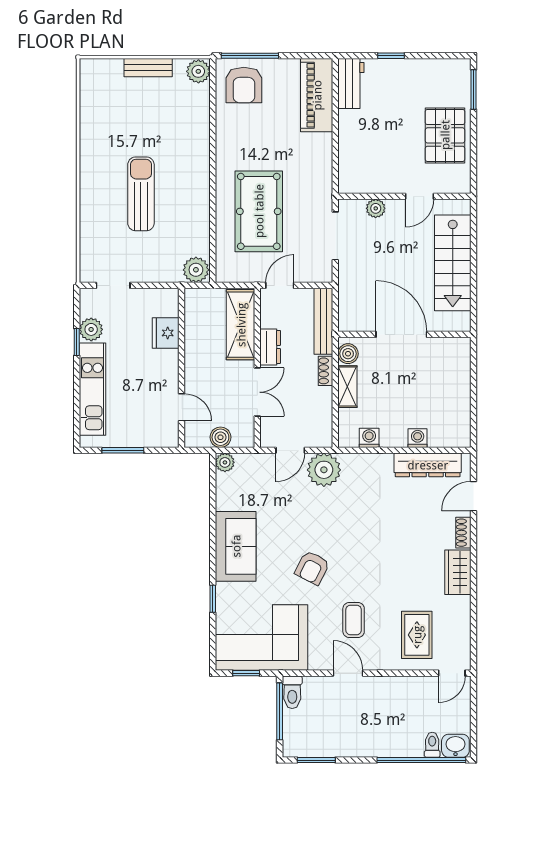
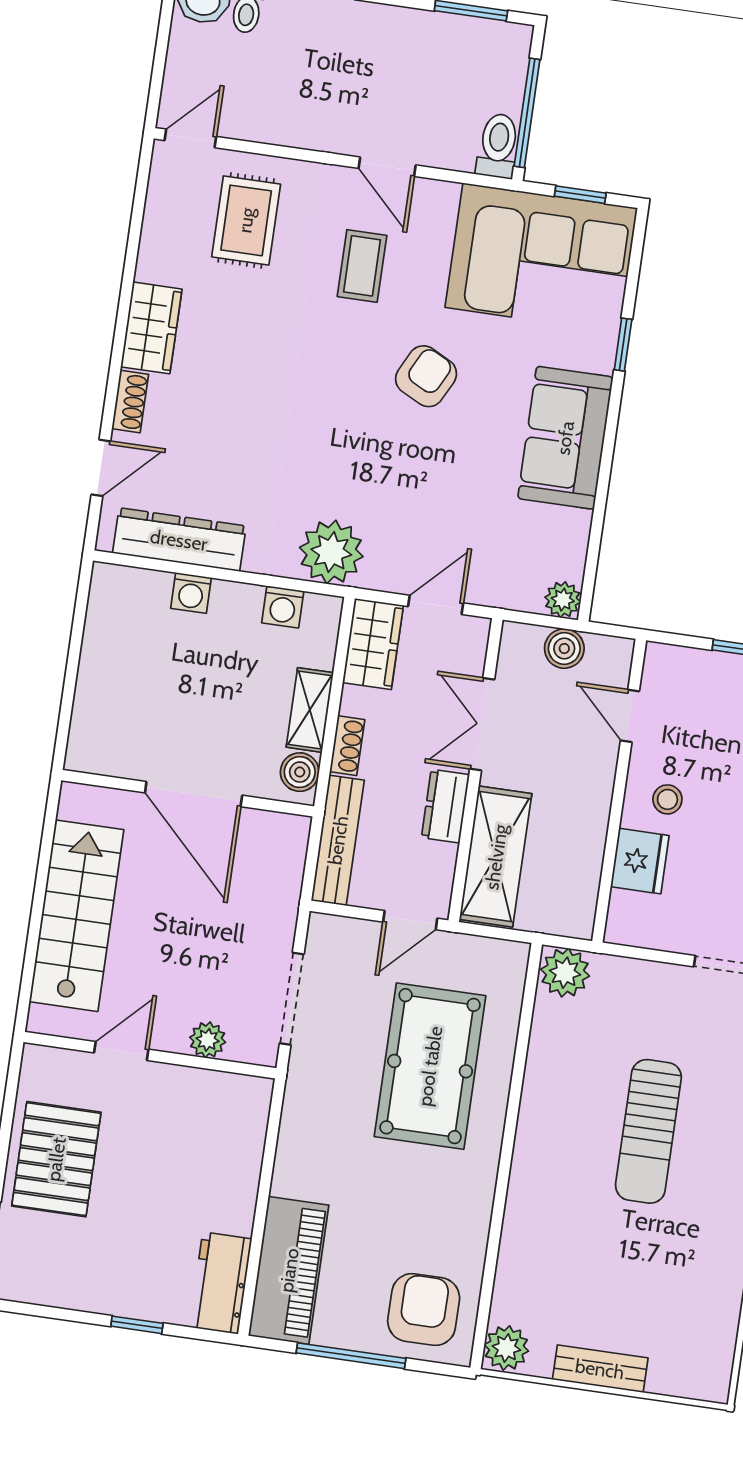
window: (250, 56) -> (351, 1356), moved
stool: (156, 367) -> (667, 799), added
wardrobe: (320, 425) -> (373, 644), added
plant: (324, 470) -> (331, 552), moved

